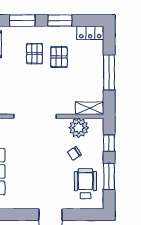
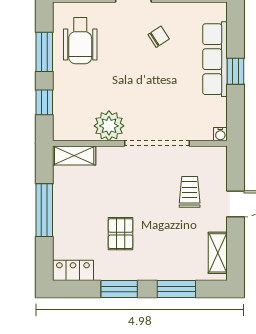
pallet: (34, 54) -> (158, 239), removed
trolley: (14, 84) -> (190, 192), added
plant: (79, 128) -> (109, 126), moved
chair: (74, 153) -> (159, 37), moved

